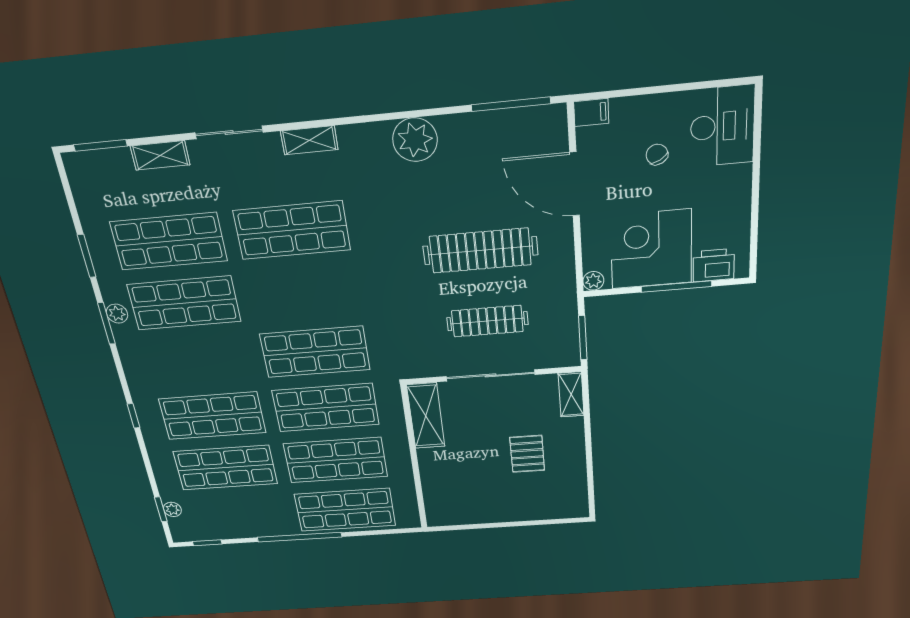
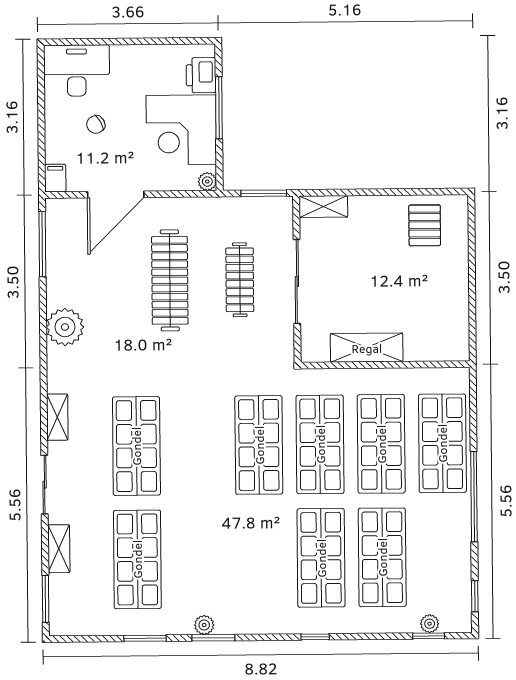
shop shelf: (184, 303) -> (199, 559), removed
shelving: (426, 416) -> (367, 348), moved
pallet: (527, 454) -> (425, 225), moved, turned 90

